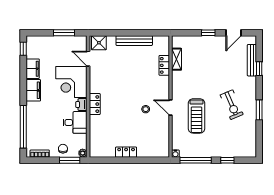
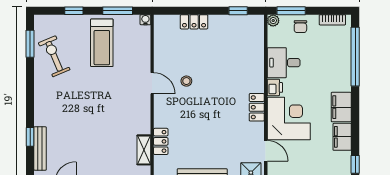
locker: (95, 104) -> (257, 107), moved
exercise bike: (232, 105) -> (54, 56), moved
window: (259, 110) -> (30, 44), moved
treadmill: (196, 116) -> (102, 43), moved, turned 180
locker: (126, 152) -> (194, 22), moved
window: (108, 160) -> (238, 11), added
window: (196, 160) -> (118, 11), width x0.69

